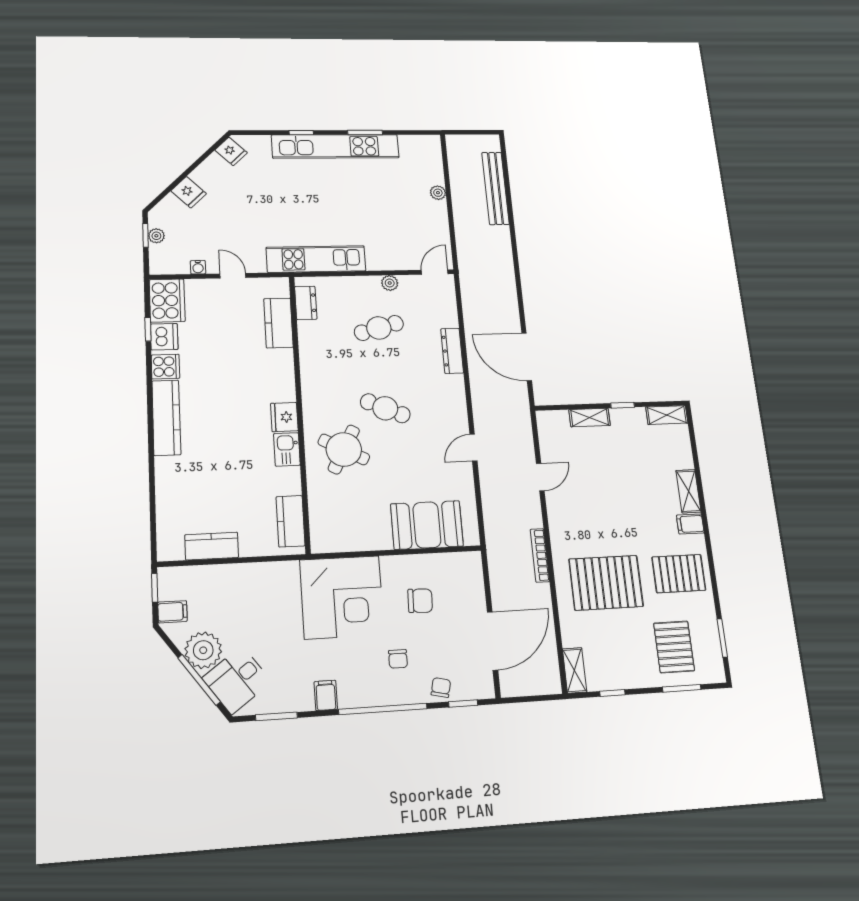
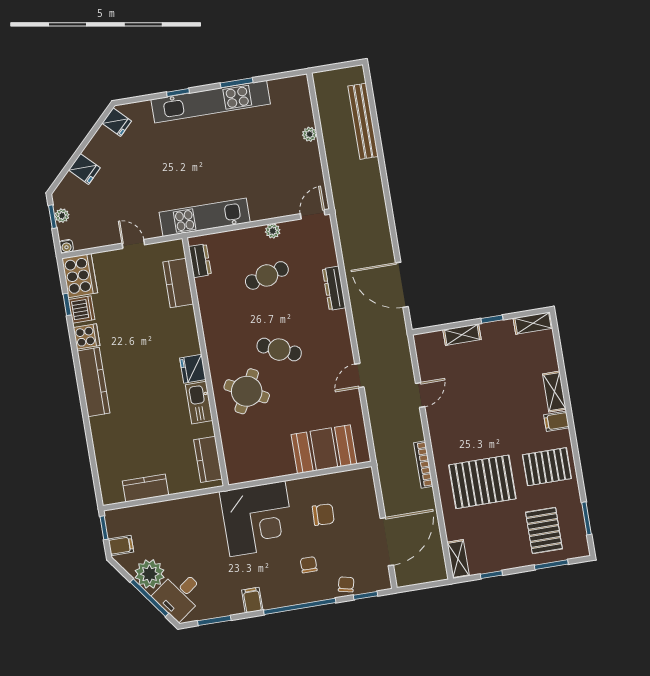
water cooler: (198, 267) -> (66, 246), moved
kitchen sink: (287, 449) -> (199, 403), width x1.38
chair: (398, 659) -> (309, 565), turned 180

